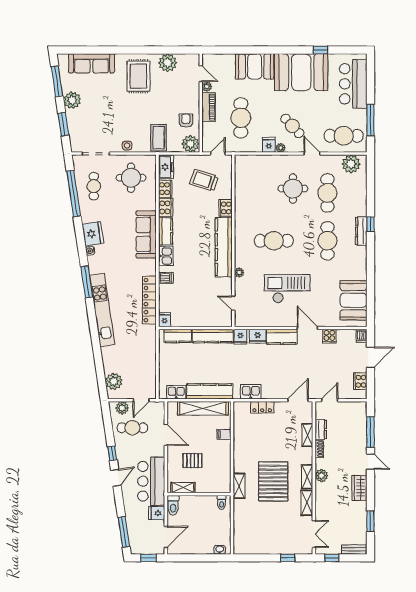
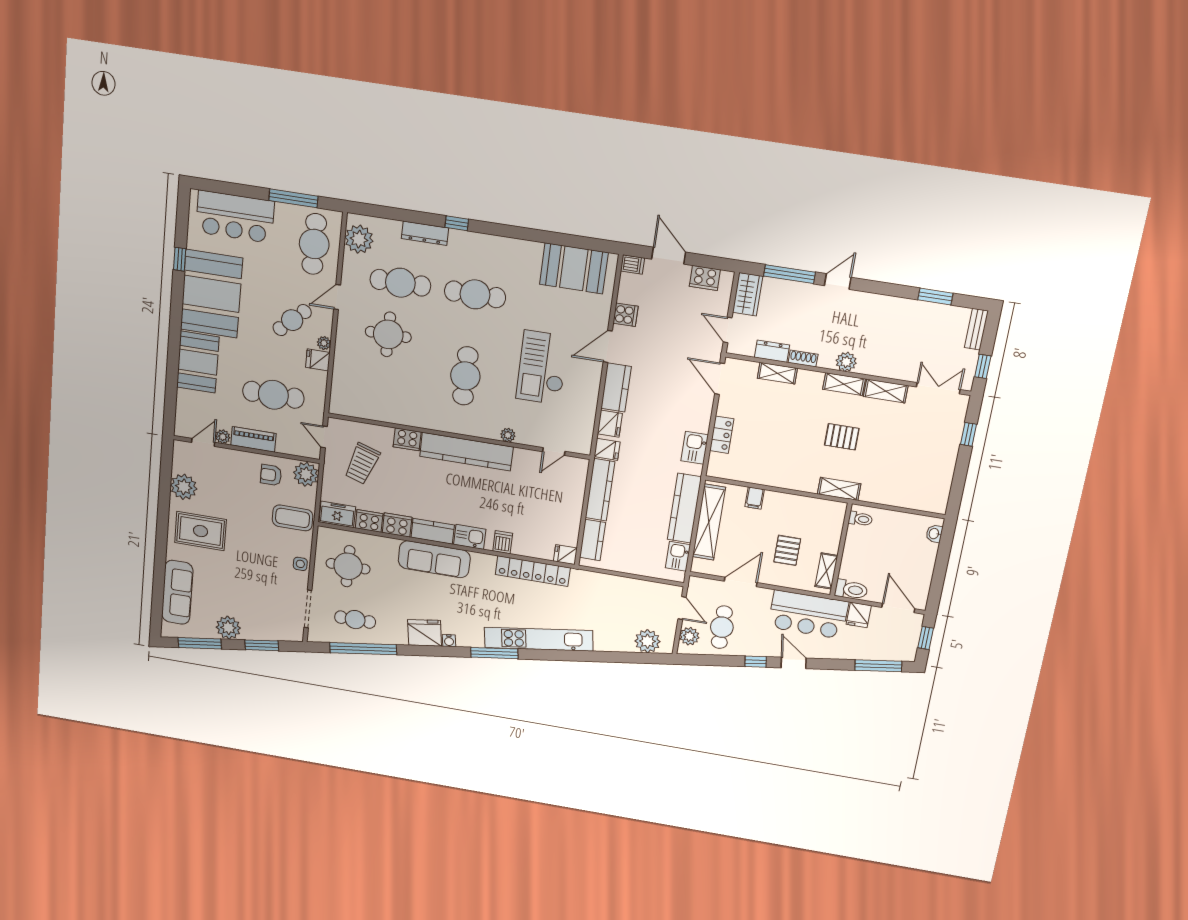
dresser: (361, 231) -> (425, 233), moved
pallet: (273, 481) -> (842, 437), width x0.49, depth x0.50
wardrobe: (359, 488) -> (748, 294), moved, turned -90

